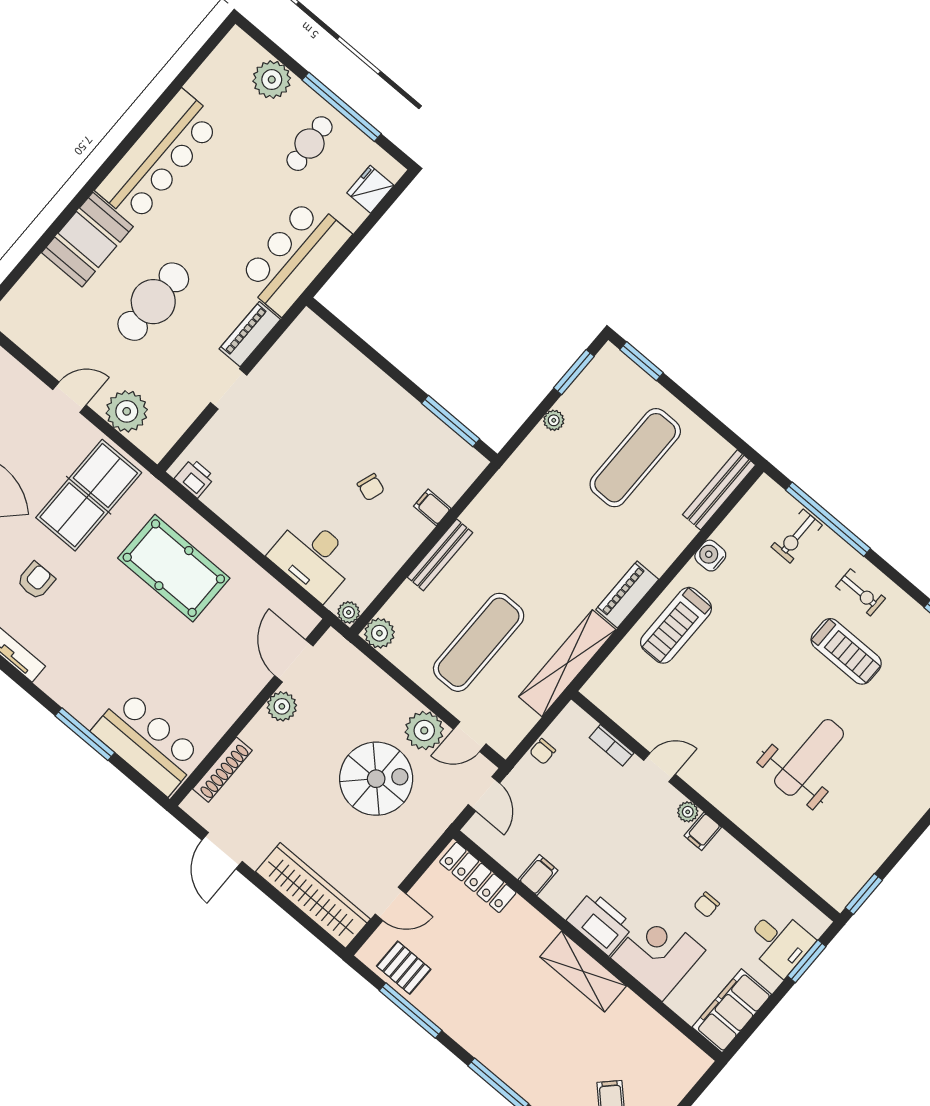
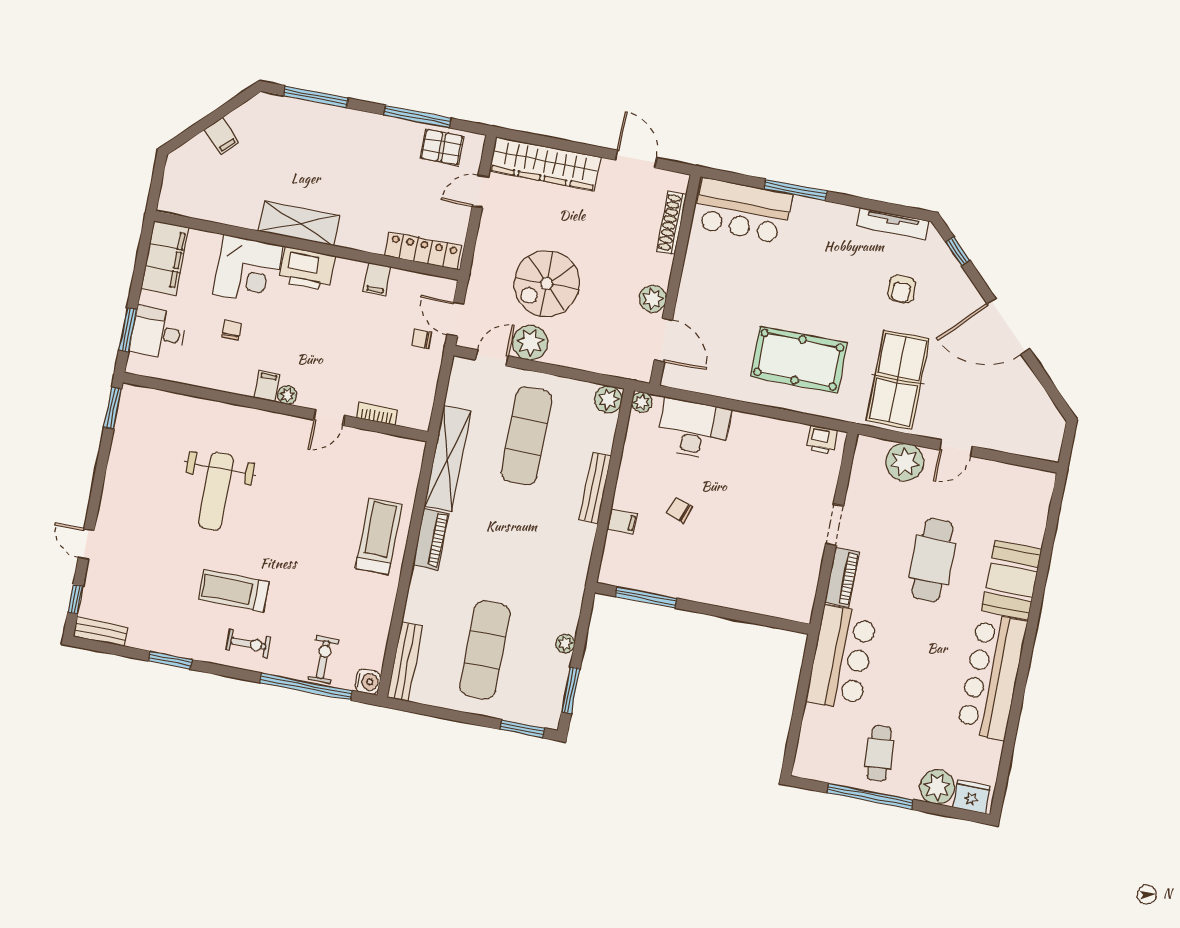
fridge: (370, 189) -> (971, 797), moved, turned -90
water cooler: (710, 556) -> (368, 682), moved
exercise bike: (860, 592) -> (248, 644), turned 180
chair: (543, 751) -> (422, 339), moved, turned -90

